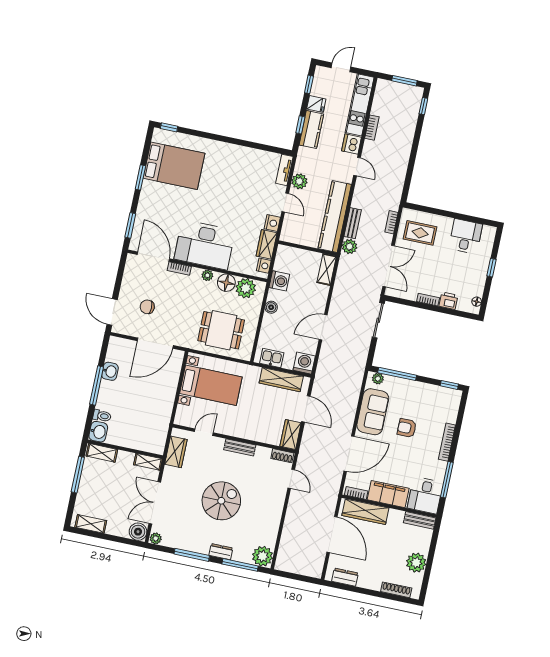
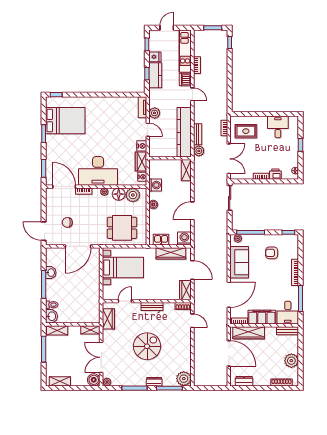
armchair: (407, 428) -> (272, 253), moved

